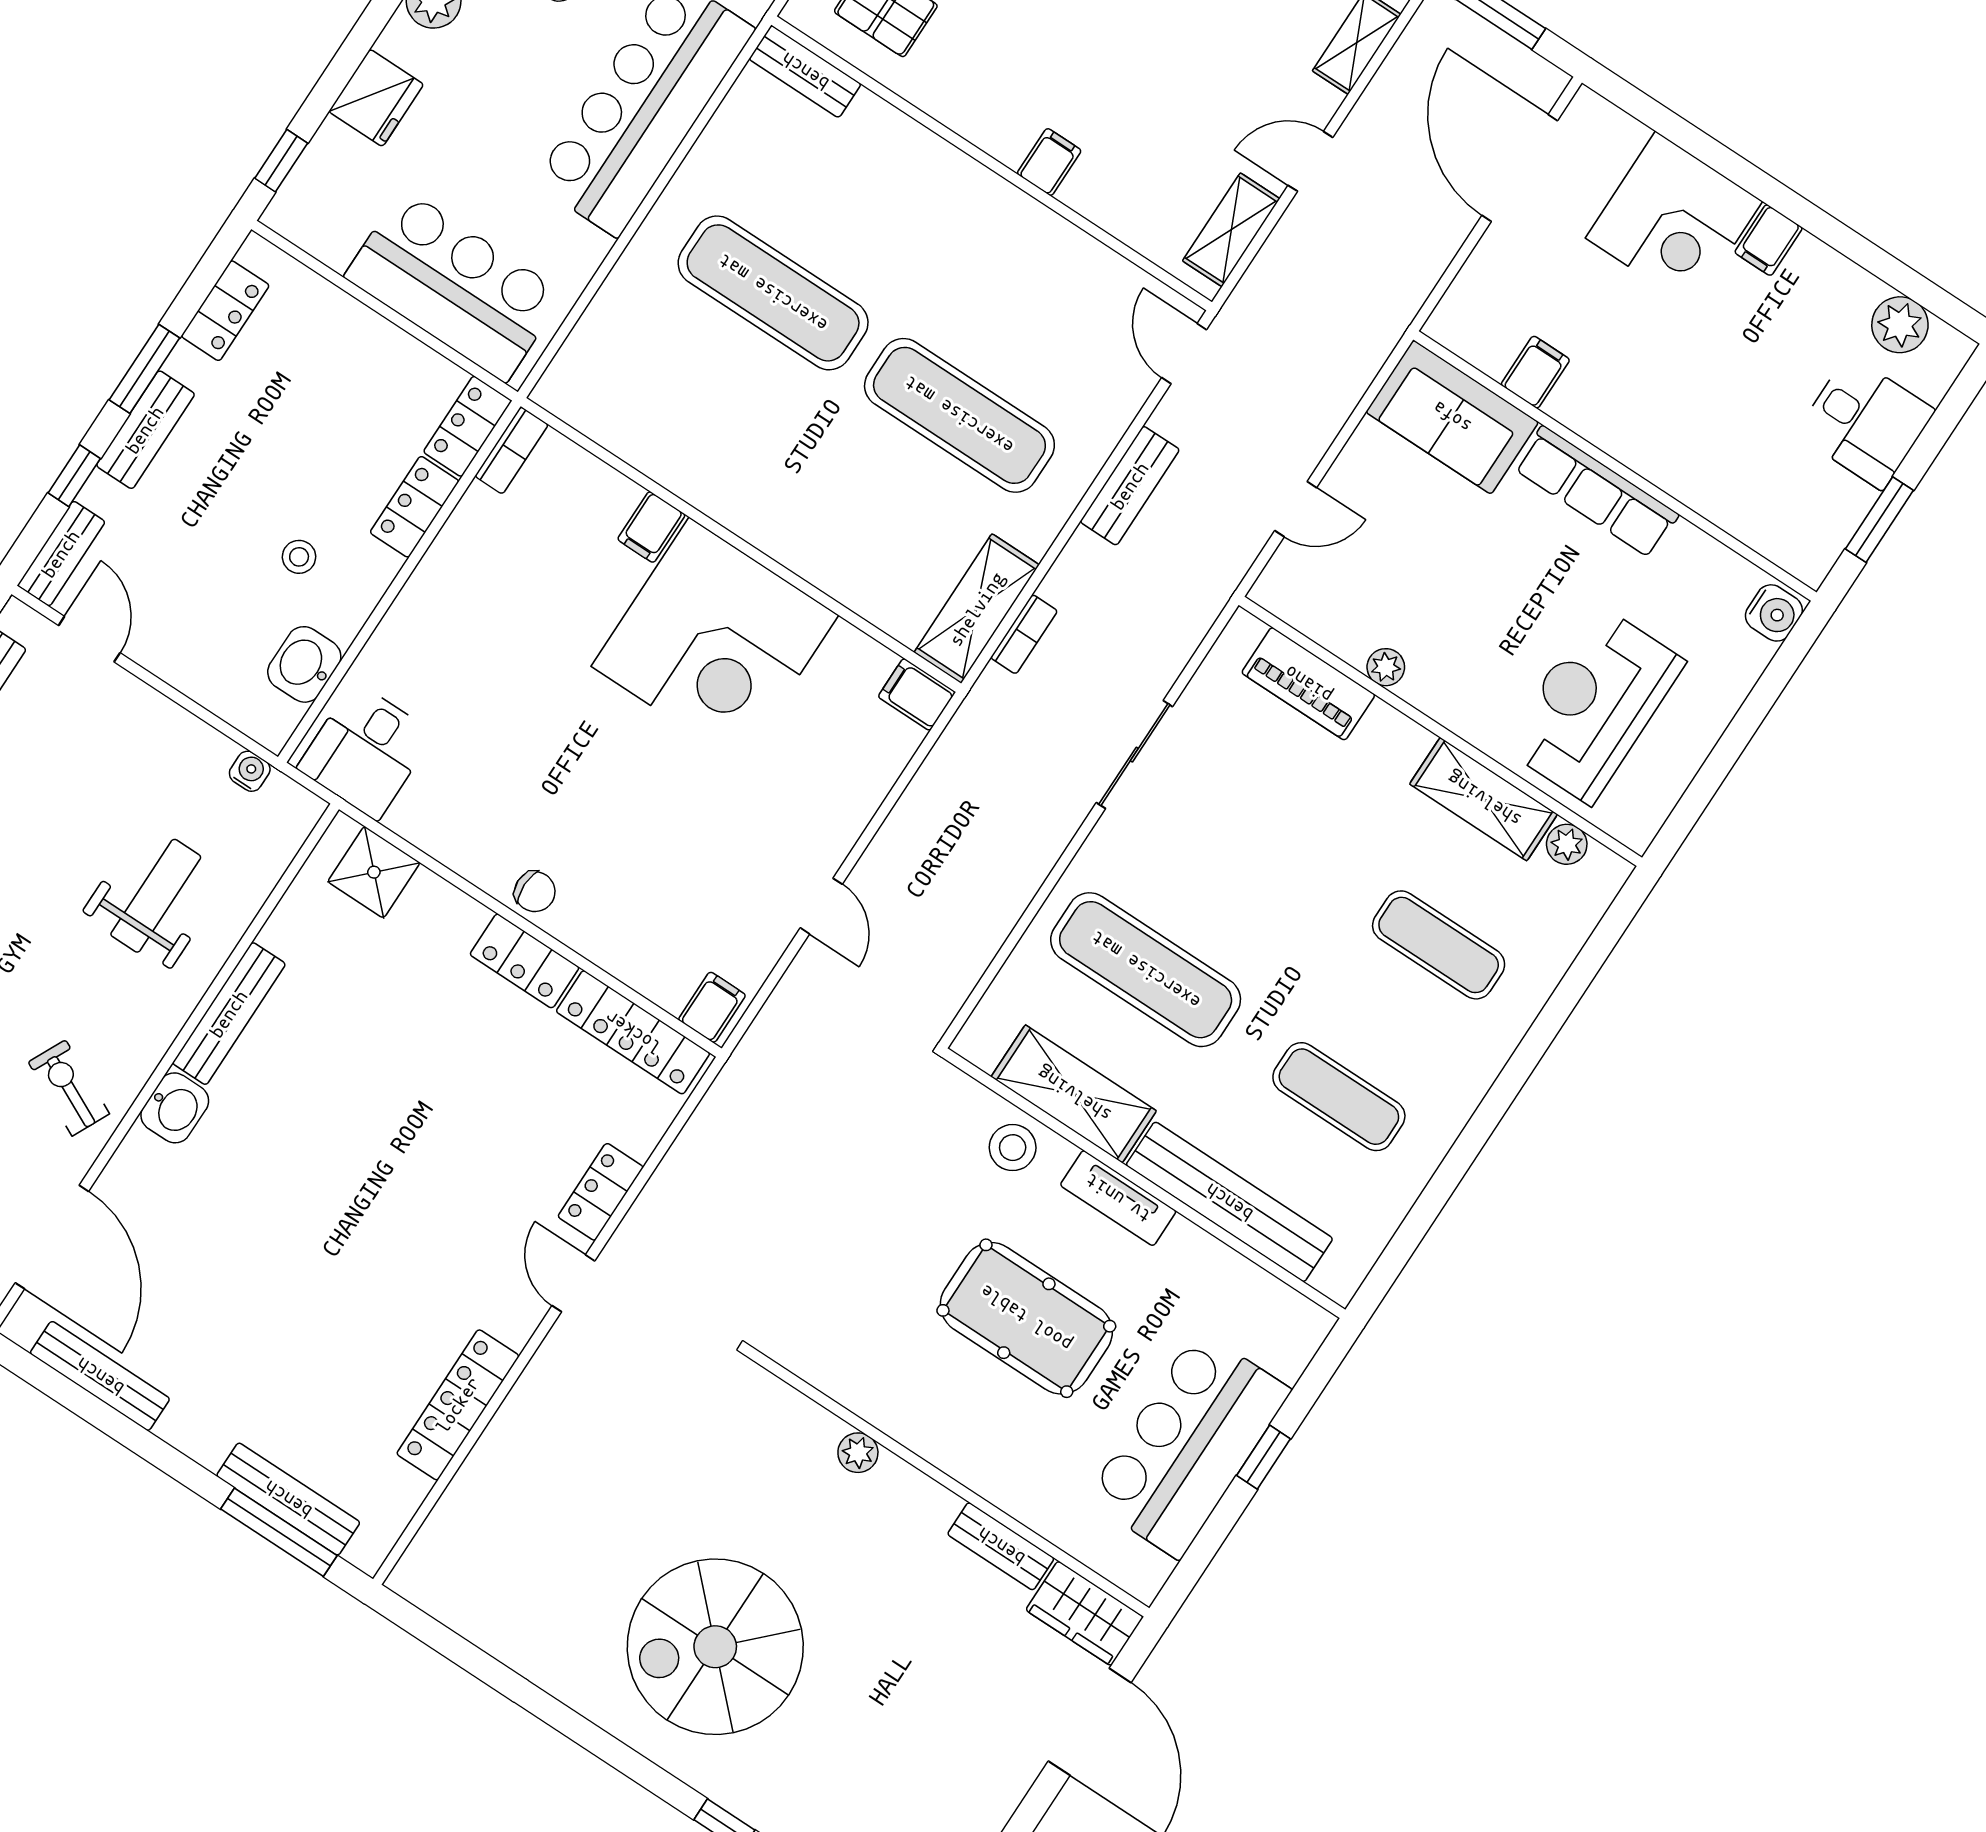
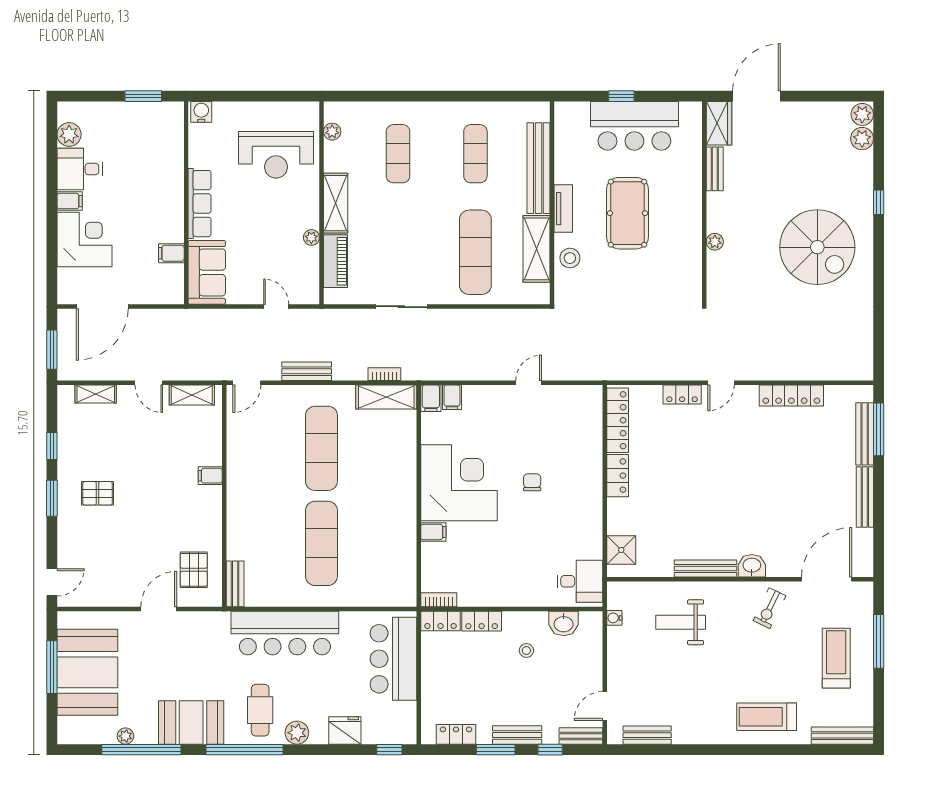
desk: (1865, 422) -> (80, 169), moved, turned -90
shelving: (1484, 799) -> (336, 203), moved
chair: (535, 892) -> (532, 482), moved
filing cabinet: (712, 1007) -> (452, 397), moved, turned -90
bench: (100, 1376) -> (865, 497), moved

